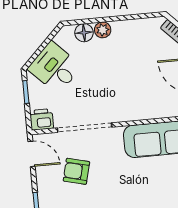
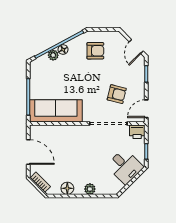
floor lamp: (84, 33) -> (67, 188), moved
door: (32, 154) -> (146, 109), hinge flipped

